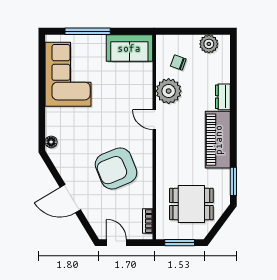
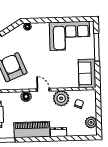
door: (154, 120) -> (43, 90), hinge flipped
floor lamp: (164, 148) -> (26, 96), added

